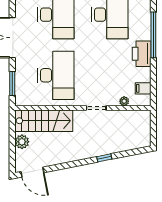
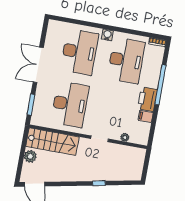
filing cabinet: (143, 88) -> (146, 116), moved

